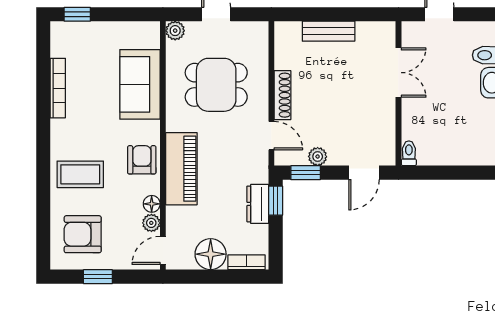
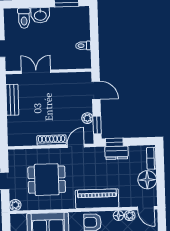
bench: (329, 31) -> (12, 100), moved
dining table: (216, 85) -> (47, 180), turned 90
toilet: (409, 153) -> (83, 46), moved

